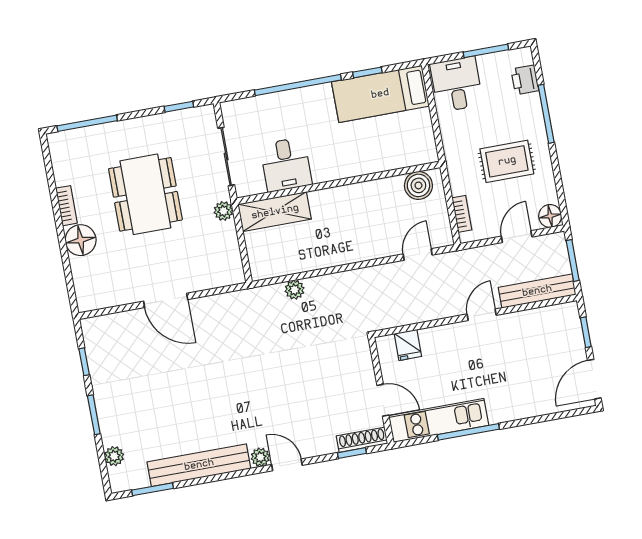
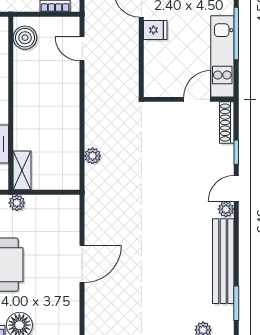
shelving: (275, 212) -> (22, 170), width x0.67, depth x0.75
fridge: (408, 345) -> (155, 30), moved
window: (352, 453) -> (236, 152), moved

